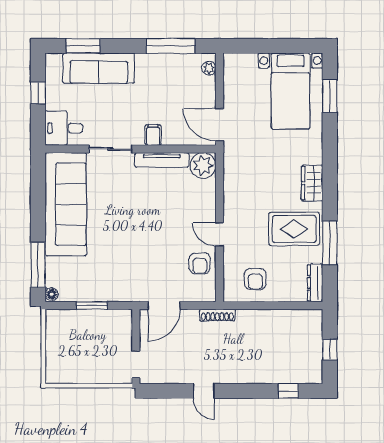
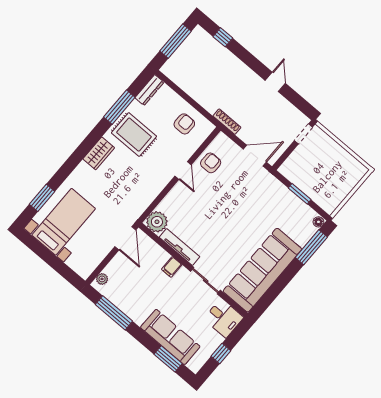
window: (330, 350) -> (176, 41), width x2.17

